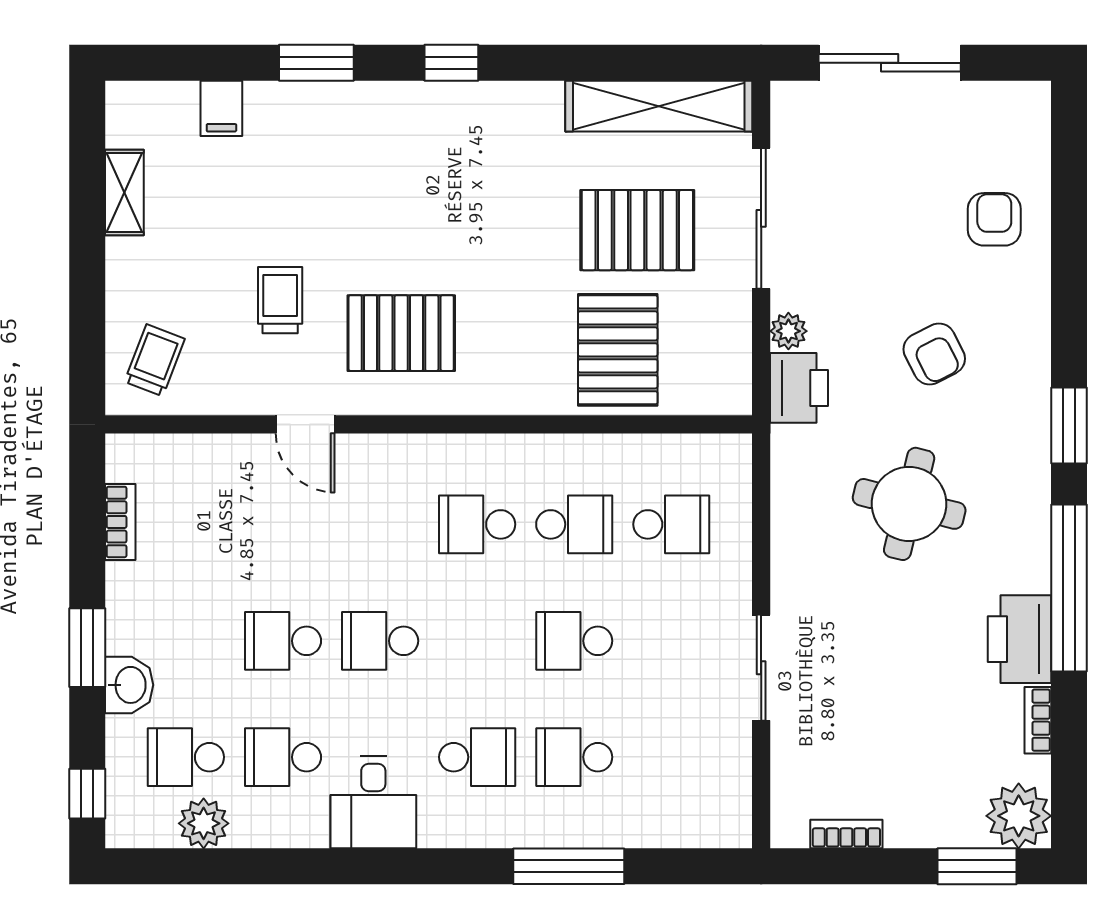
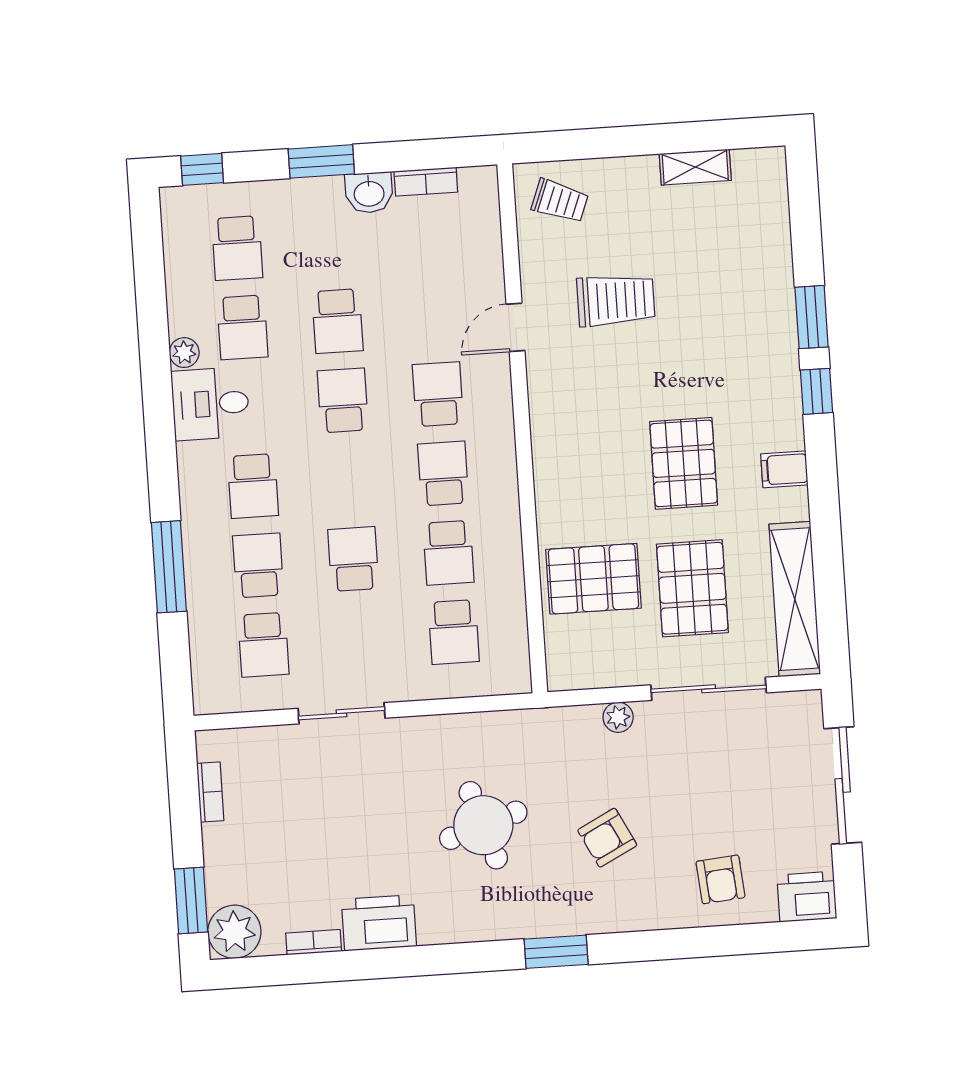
window: (451, 63) -> (817, 391), moved
filing cabinet: (221, 108) -> (784, 469), moved
armchair: (994, 219) -> (721, 879), turned 85
trolley: (280, 300) -> (616, 300), width x1.36, depth x1.39
pallet: (401, 333) -> (684, 463), moved
printer: (799, 388) -> (807, 897), moved, turned 180
round table: (909, 504) -> (483, 825), turned -32
school desk: (380, 524) -> (438, 394), added
window: (1069, 588) -> (423, 961), removed
school desk: (283, 641) -> (338, 321), turned 180
washbasin: (129, 685) -> (369, 193), moved
school desk: (186, 757) -> (237, 248), turned 180
school desk: (283, 757) -> (242, 327), turned 180
school desk: (671, 757) -> (263, 645), added
plant: (204, 823) -> (184, 353), moved, width x0.73, depth x0.73

